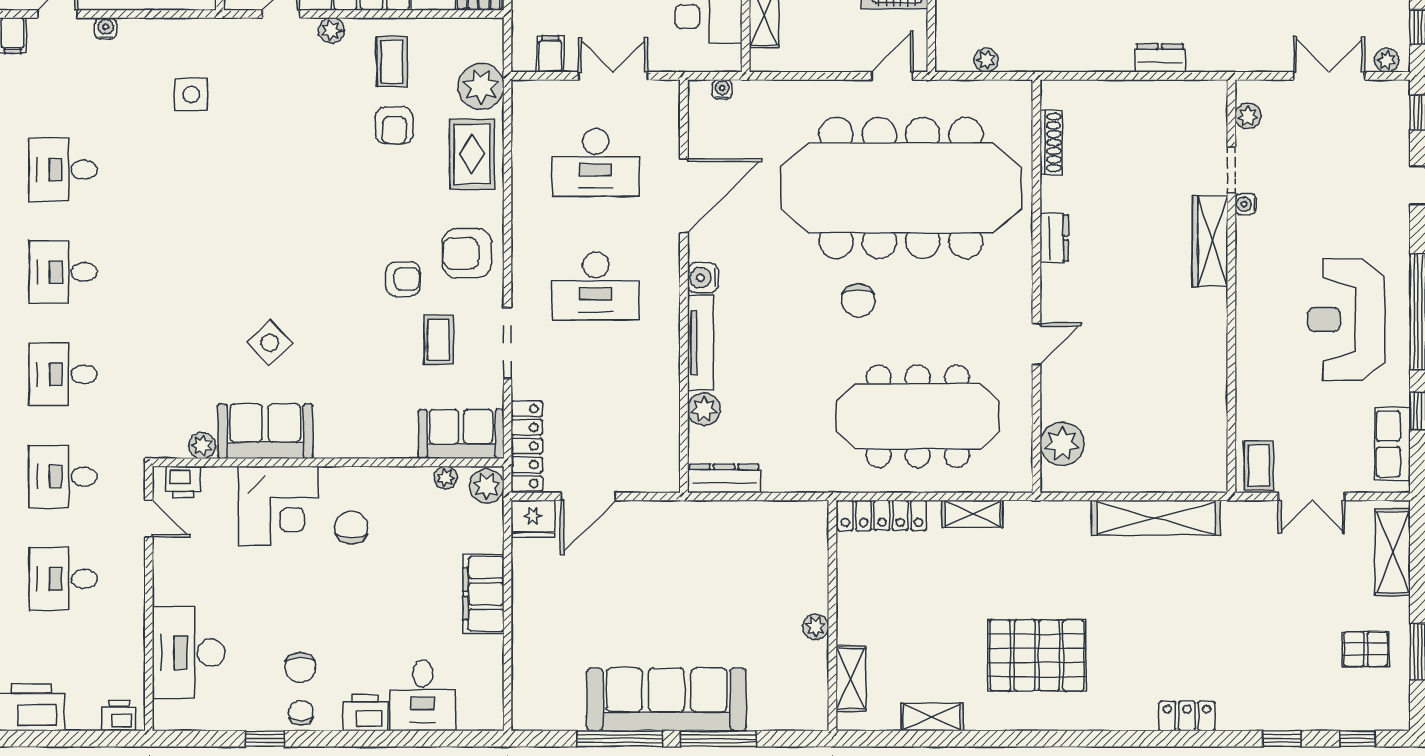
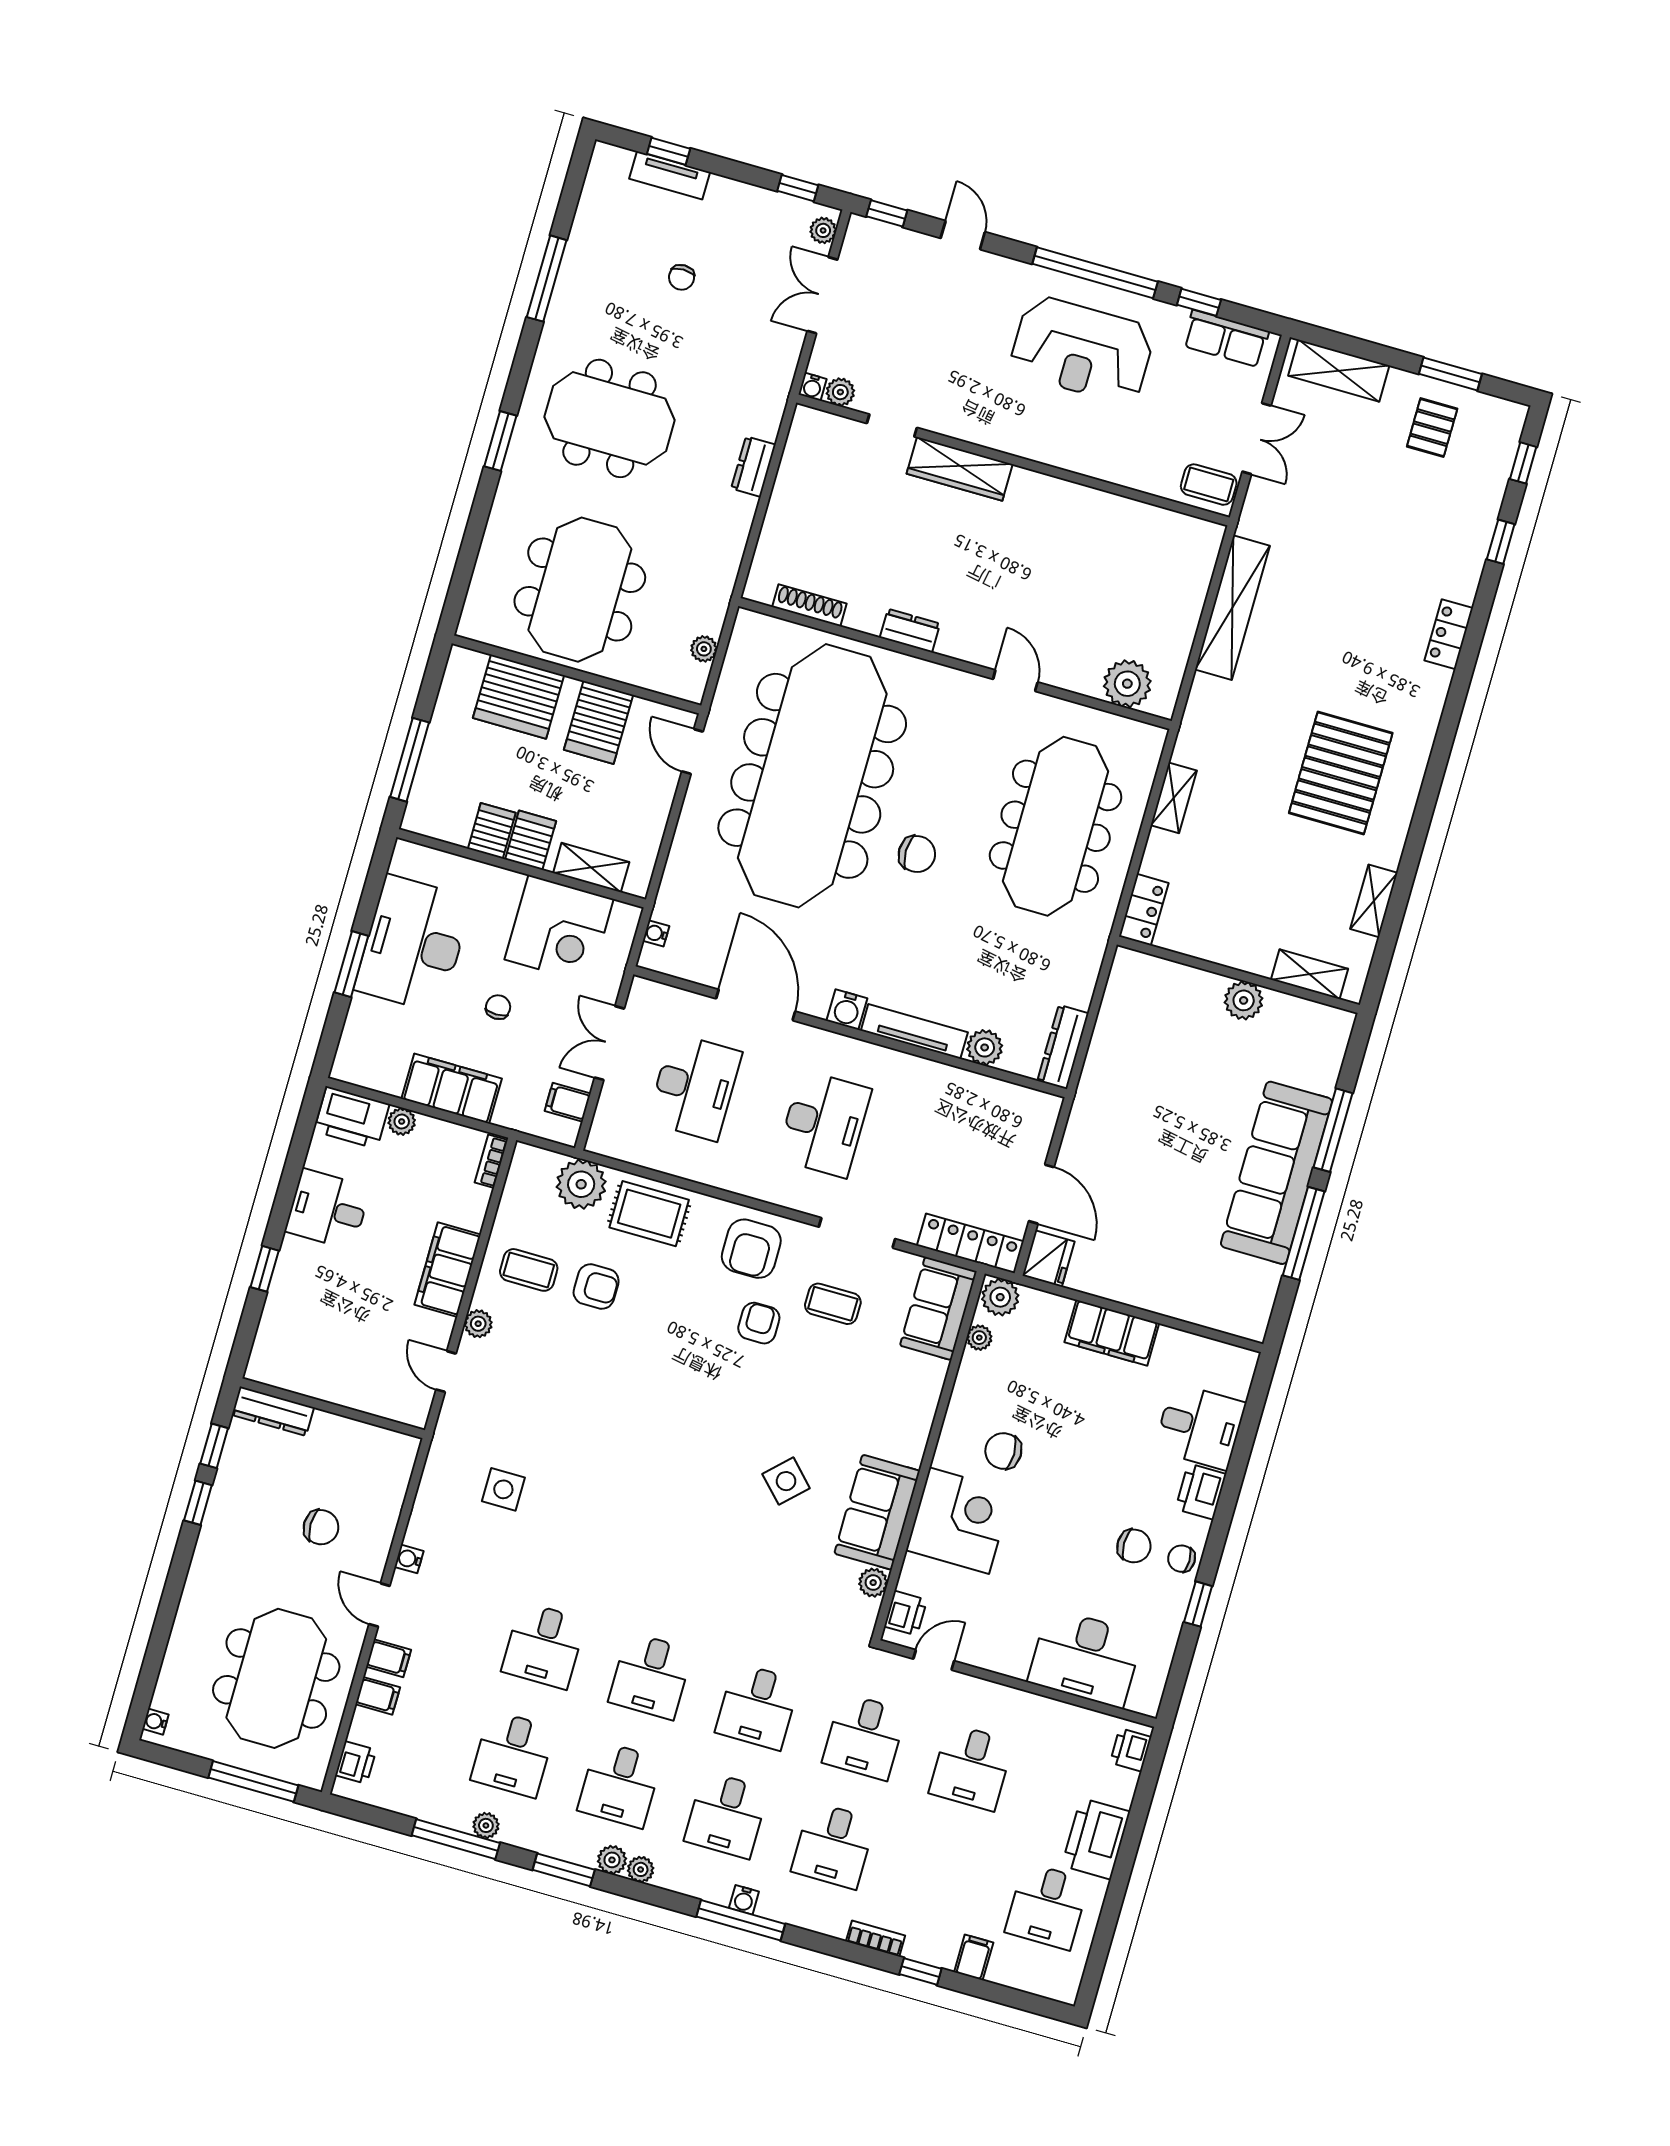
water cooler: (1246, 204) -> (813, 387), moved
locker: (882, 515) -> (1144, 910), width x0.66
plant: (816, 627) -> (1244, 1000), width x1.38, depth x1.38

